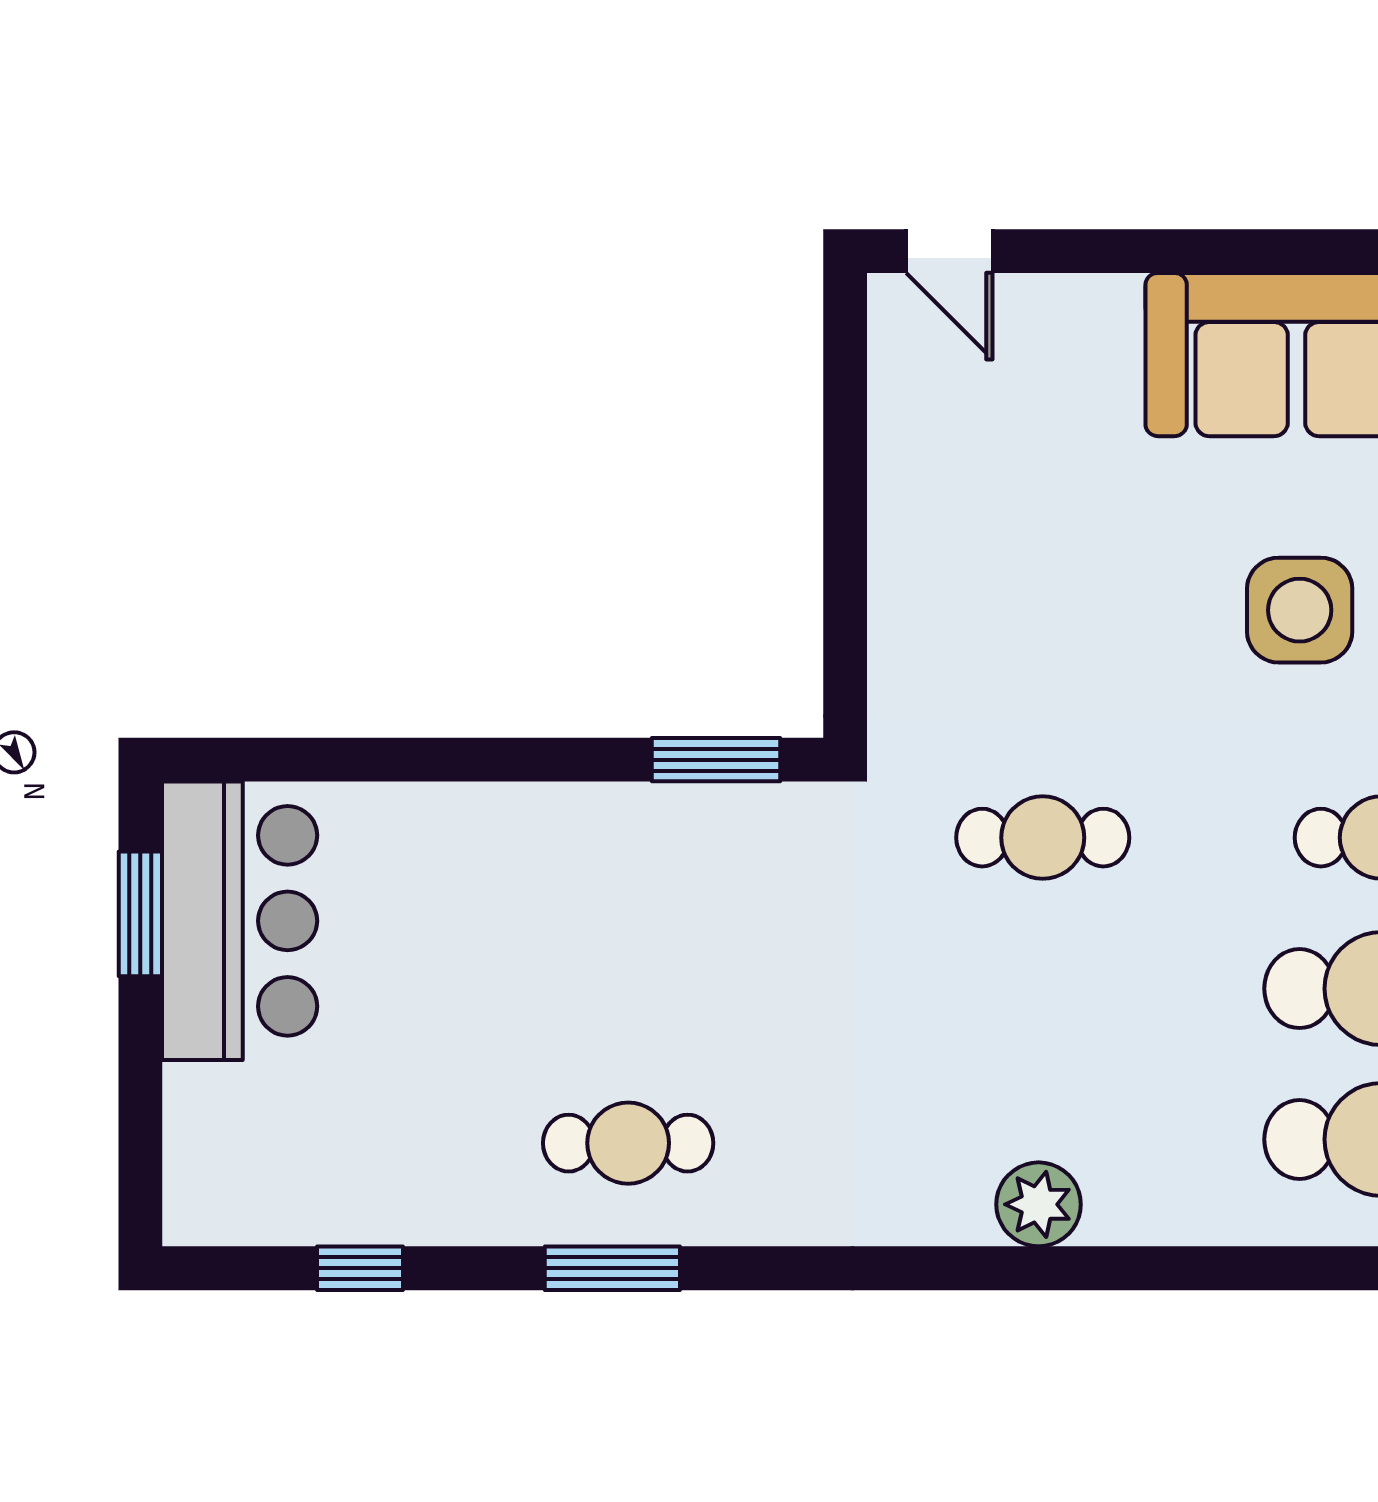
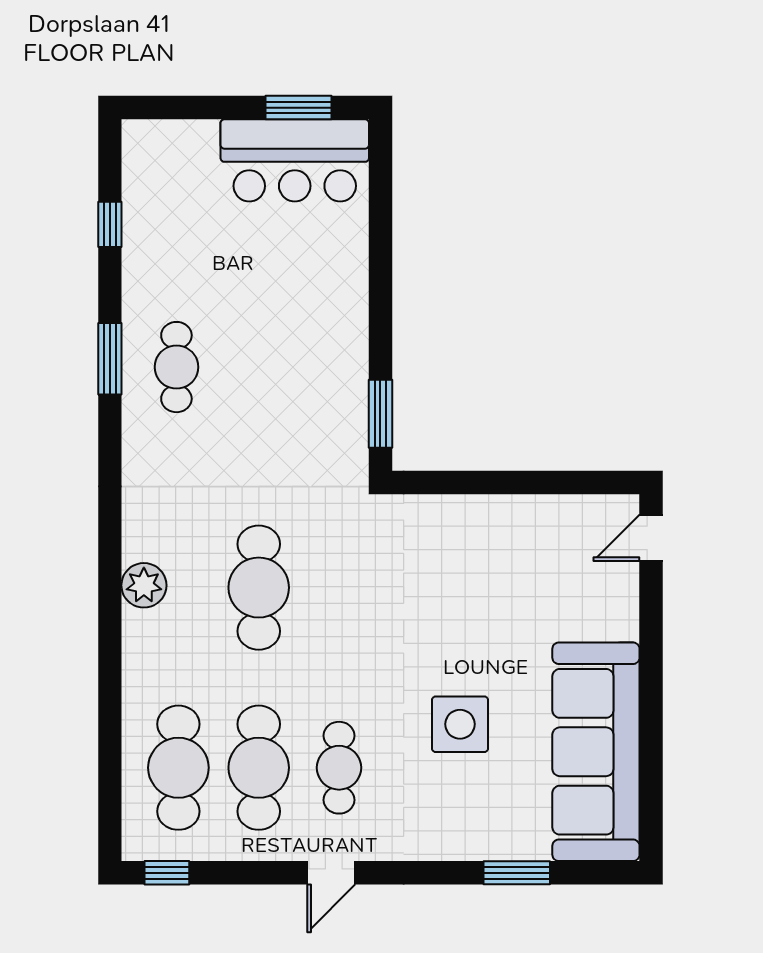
cafe table: (1043, 838) -> (259, 588), moved, width x1.37, depth x1.35

